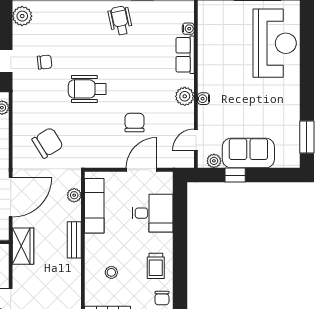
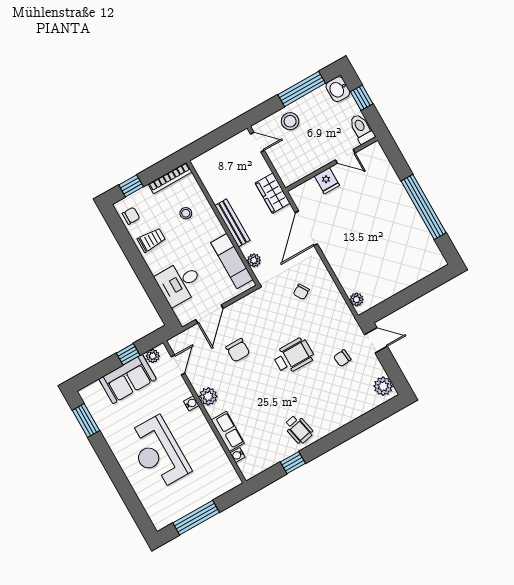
reception desk: (275, 43) -> (158, 453), moved
chair: (48, 143) -> (301, 292), width x0.54, depth x0.54
bench: (74, 240) -> (232, 223), width x1.36
trolley: (156, 266) -> (151, 240), turned 90
chair: (162, 298) -> (131, 216), turned 90

